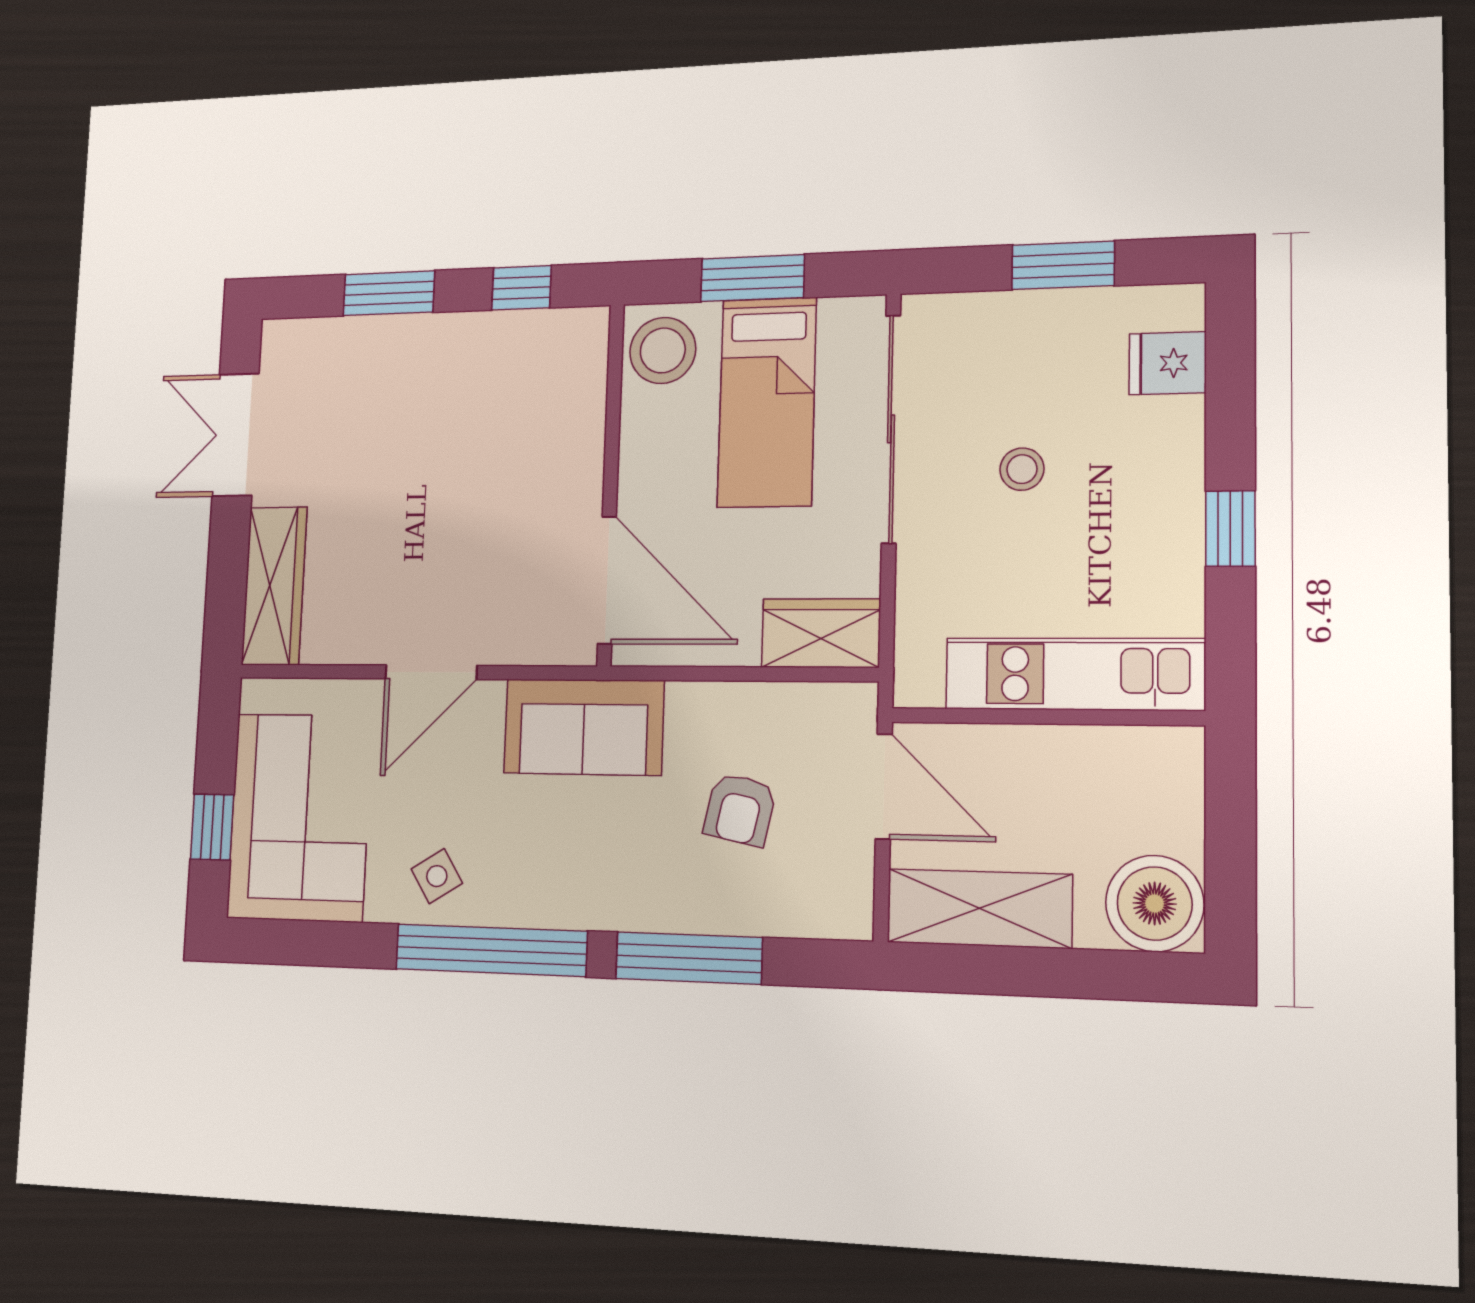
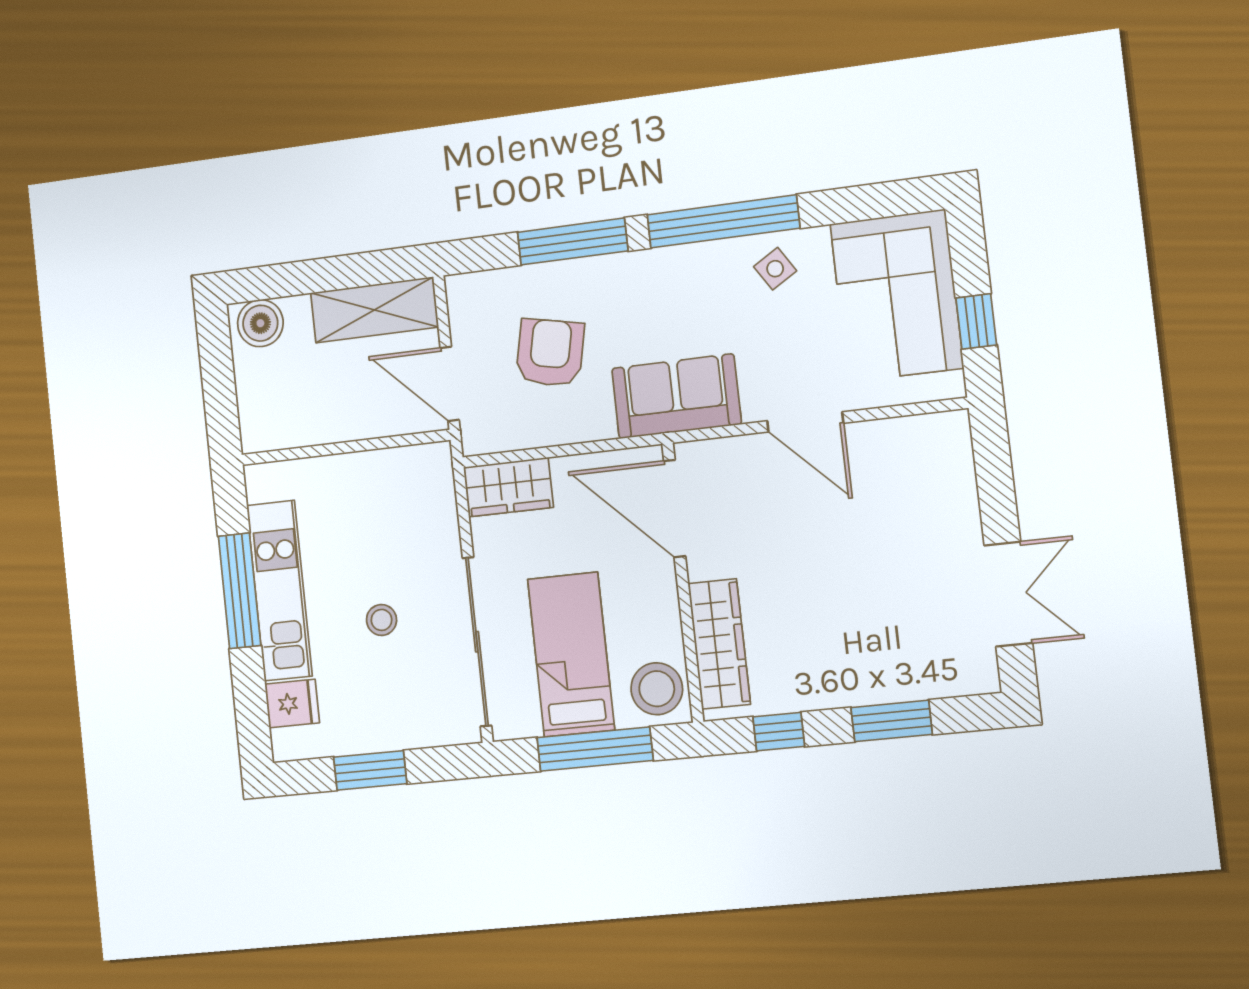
window: (752, 278) -> (595, 749), width x1.44
window: (1230, 529) -> (239, 591), width x2.17
wardrobe: (274, 586) -> (719, 644), moved, turned 180
door: (431, 672) -> (805, 422), swing flipped
kitchen unit: (1074, 674) -> (279, 590), moved, turned -90
armchair: (740, 809) -> (550, 353), width x1.38, depth x1.38
window: (212, 827) -> (976, 321), moved
boiler: (1155, 903) -> (260, 323), width x0.73, depth x0.73

